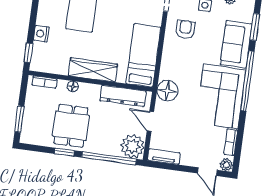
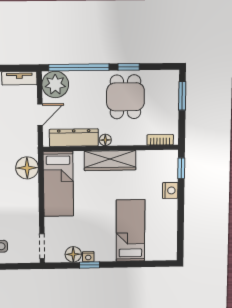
armchair: (185, 29) -> (18, 218), removed
floor lamp: (73, 86) -> (105, 140), moved
floor lamp: (167, 91) -> (27, 168), moved
door: (150, 121) -> (40, 115), hinge flipped

